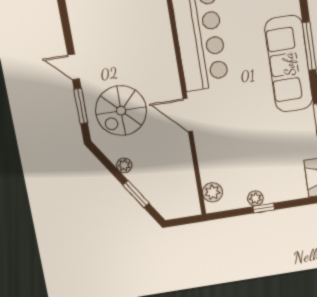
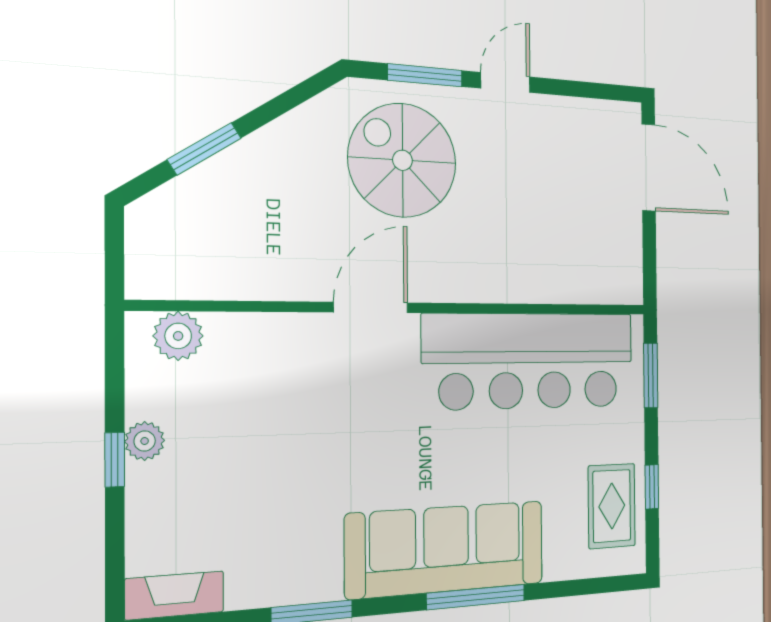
plant: (124, 165) -> (279, 138), removed

